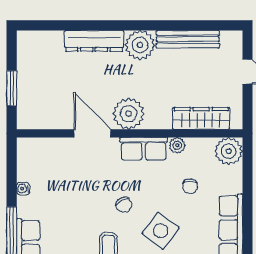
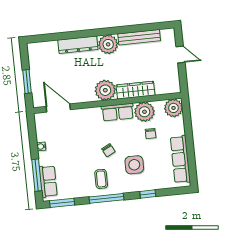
wardrobe: (201, 118) -> (136, 90), moved
door: (92, 133) -> (58, 108), moved
plant: (177, 145) -> (144, 112), width x1.87, depth x1.87
side table: (161, 231) -> (134, 165), turned -38

